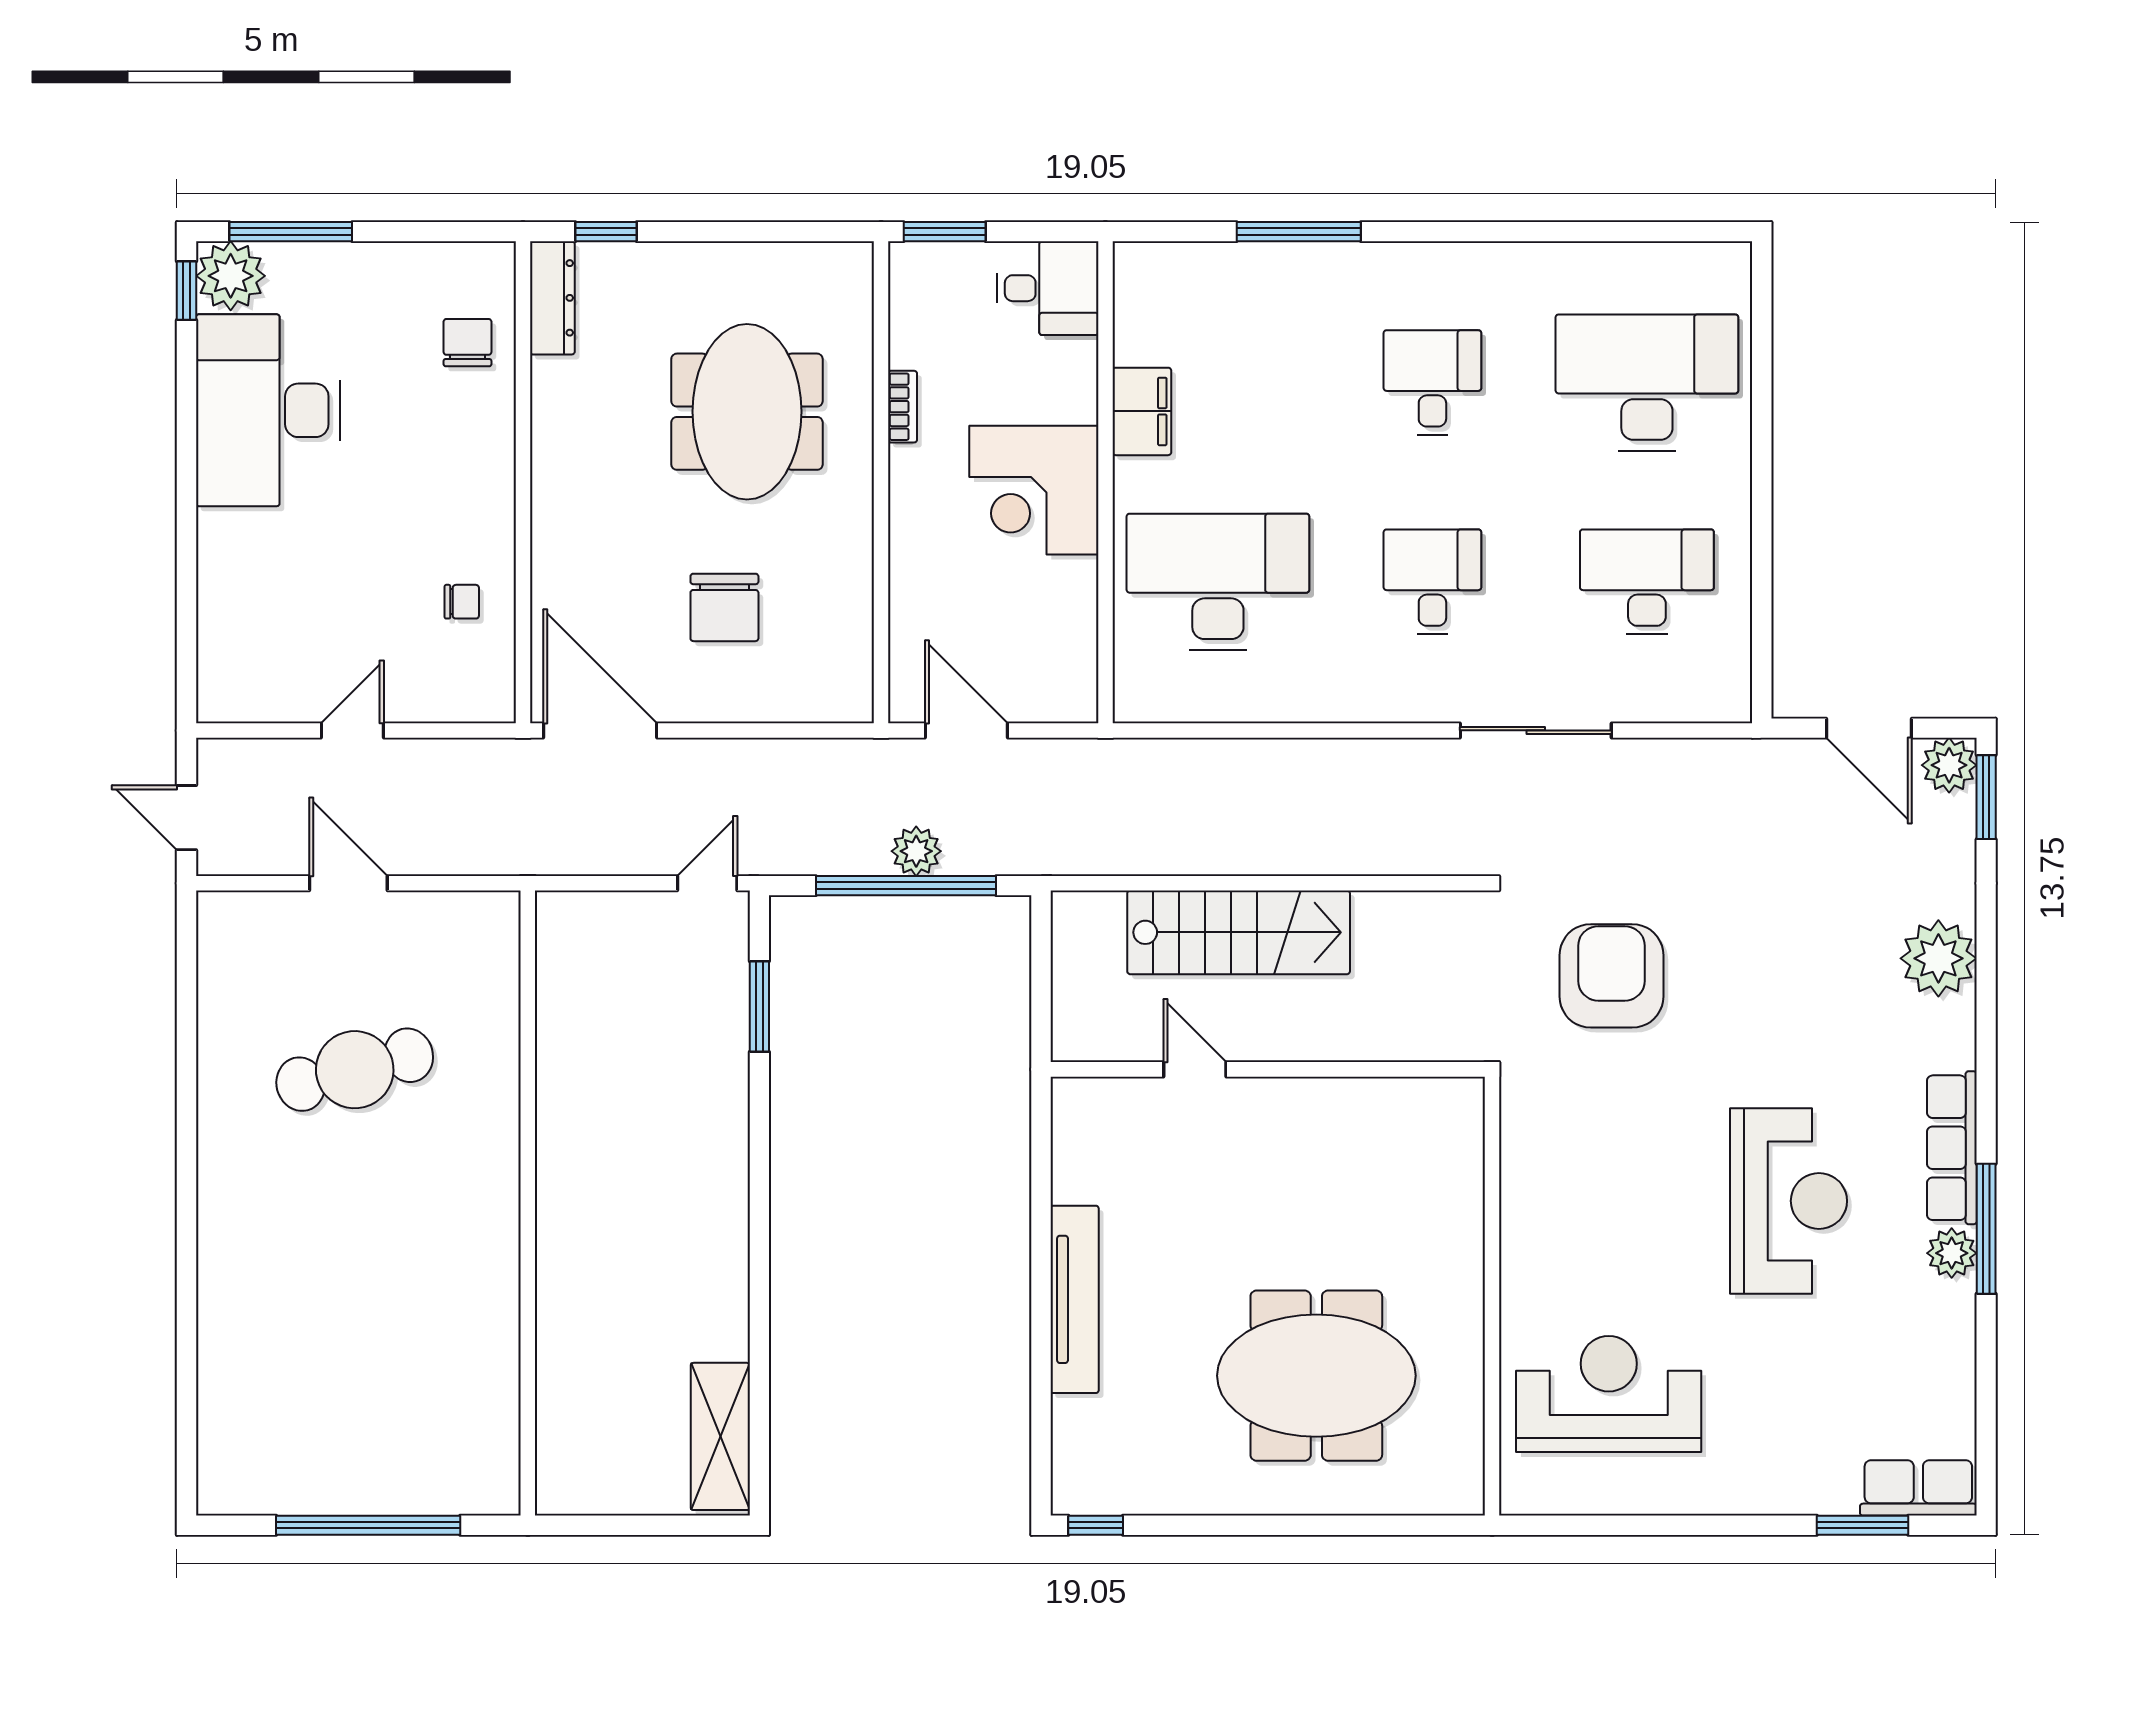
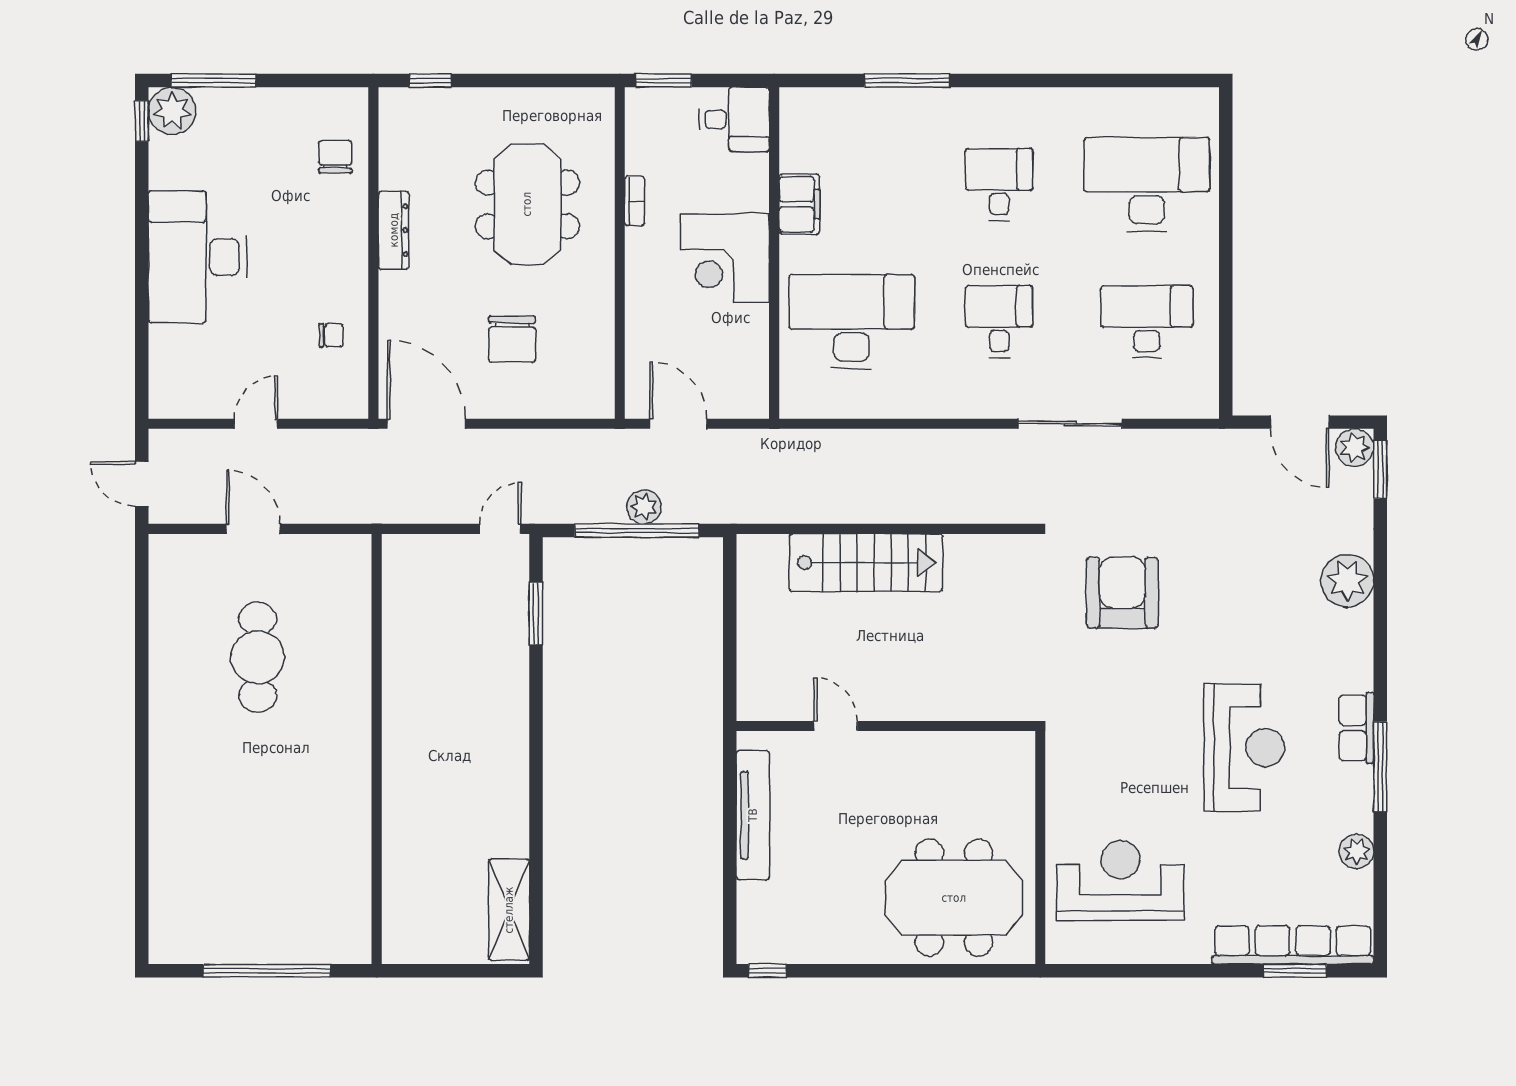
dresser: (552, 298) -> (394, 230), moved
desk: (268, 410) -> (198, 257), moved
door: (1195, 1069) -> (836, 726), moved
wall: (1268, 1069) -> (886, 726), moved
cafe table: (355, 1070) -> (258, 657), turned -75
row of seats: (1952, 1148) -> (1357, 728), width x0.68
plant: (1952, 1253) -> (1356, 851), moved
meeting table: (1316, 1376) -> (954, 898), moved
row of seats: (1918, 1488) -> (1293, 945), width x2.02

